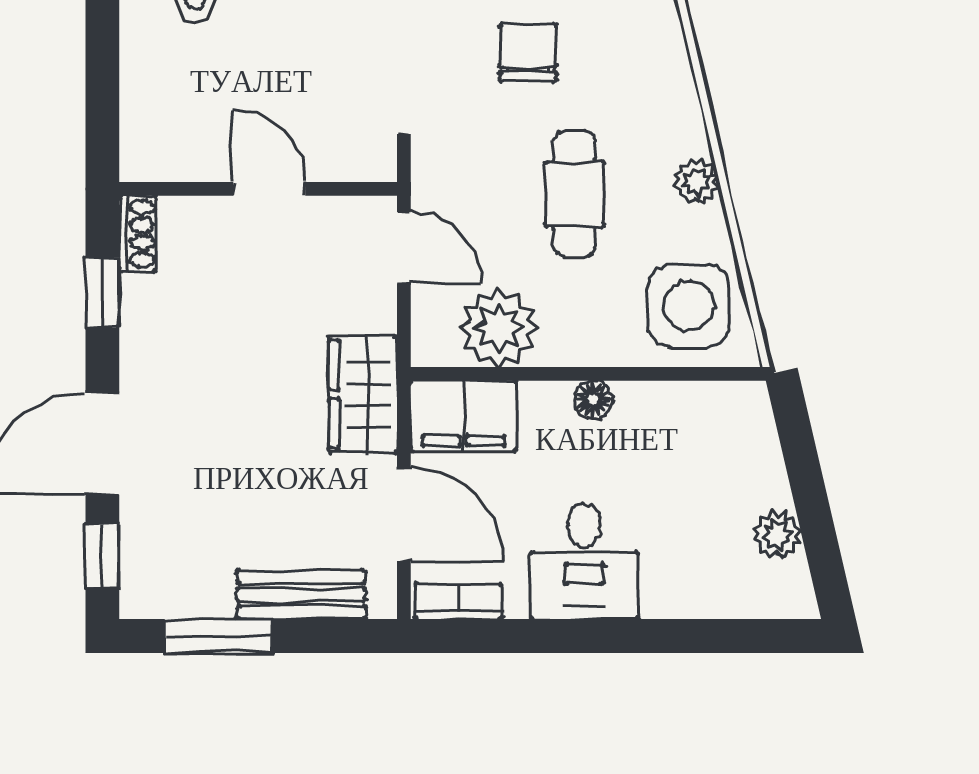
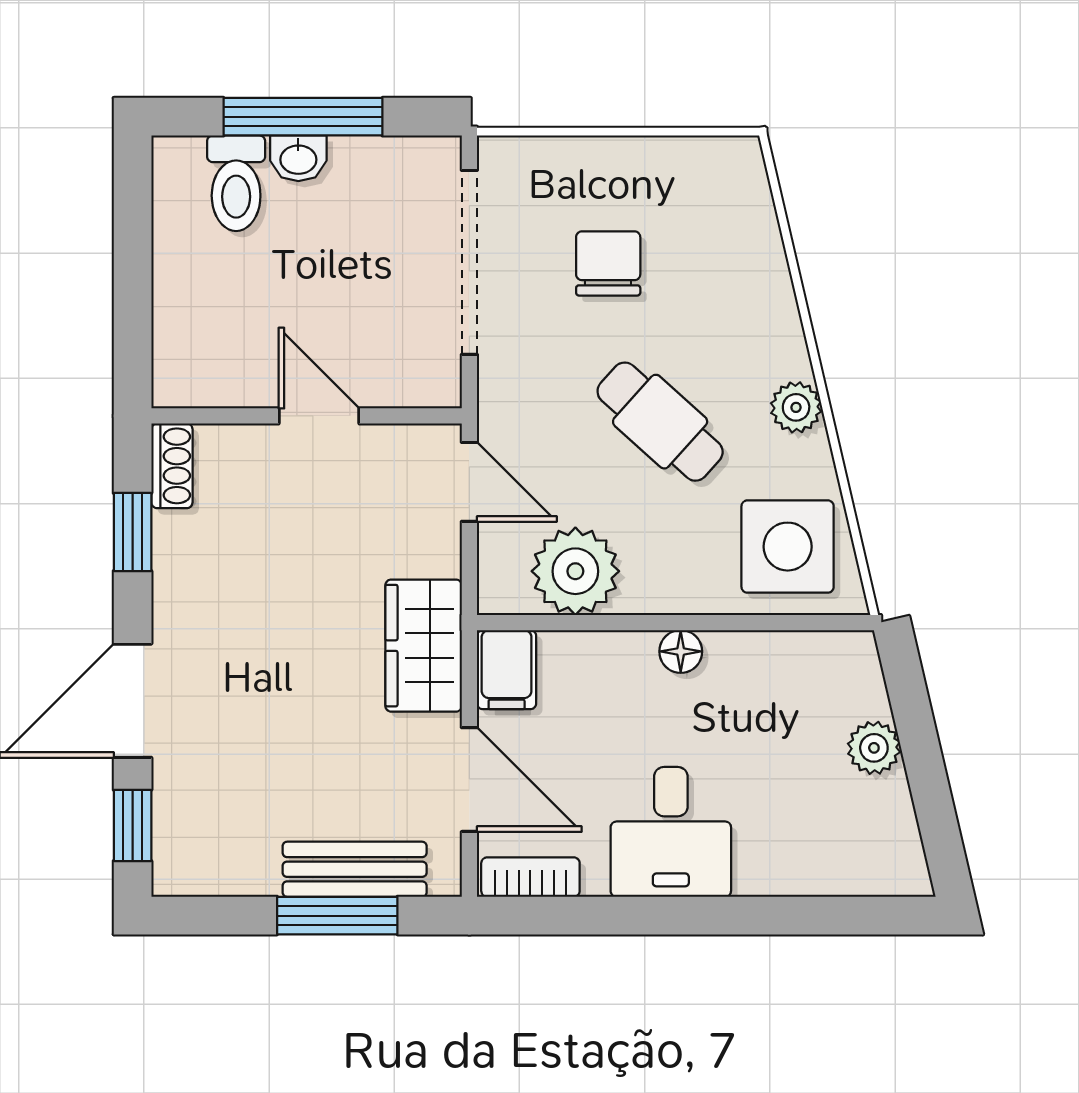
cafe table: (574, 194) -> (660, 422), turned -48
filing cabinet: (464, 416) -> (507, 670), width x0.50
plant: (777, 535) -> (874, 748), moved
window: (219, 636) -> (337, 916), moved

